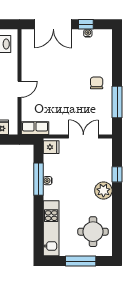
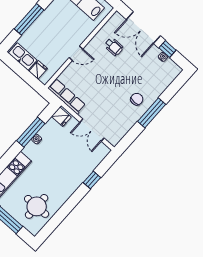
wheelchair: (44, 59) -> (114, 47), added
window: (117, 102) -> (152, 113), moved
row of seats: (35, 128) -> (67, 96), width x1.48
double door: (83, 137) -> (92, 130), swing flipped
plant: (103, 191) -> (71, 183), removed

